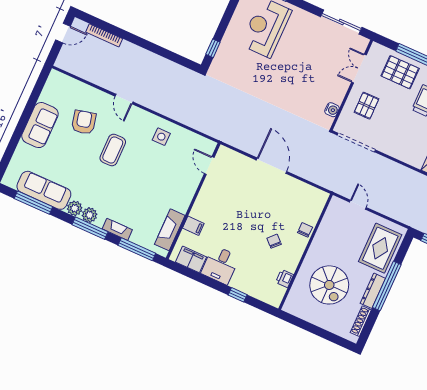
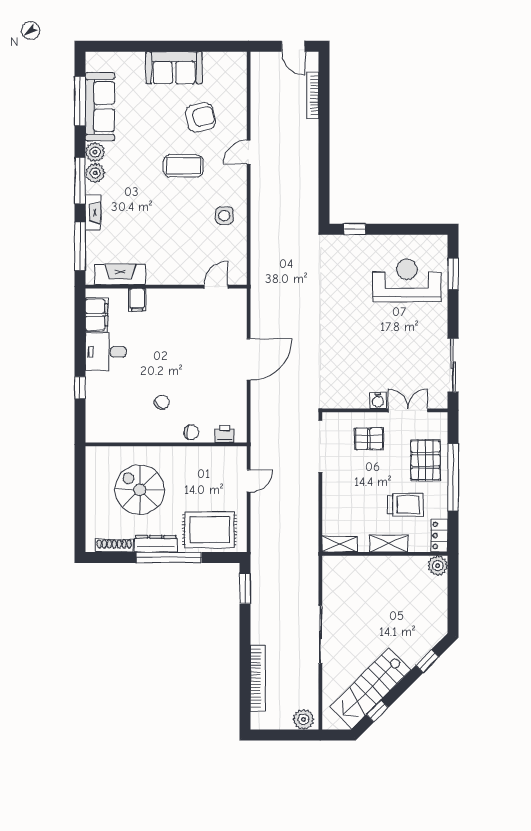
water cooler: (332, 110) -> (378, 401), moved
printer: (285, 279) -> (225, 434), moved
spiral stairs: (329, 285) -> (140, 490), turned 90

